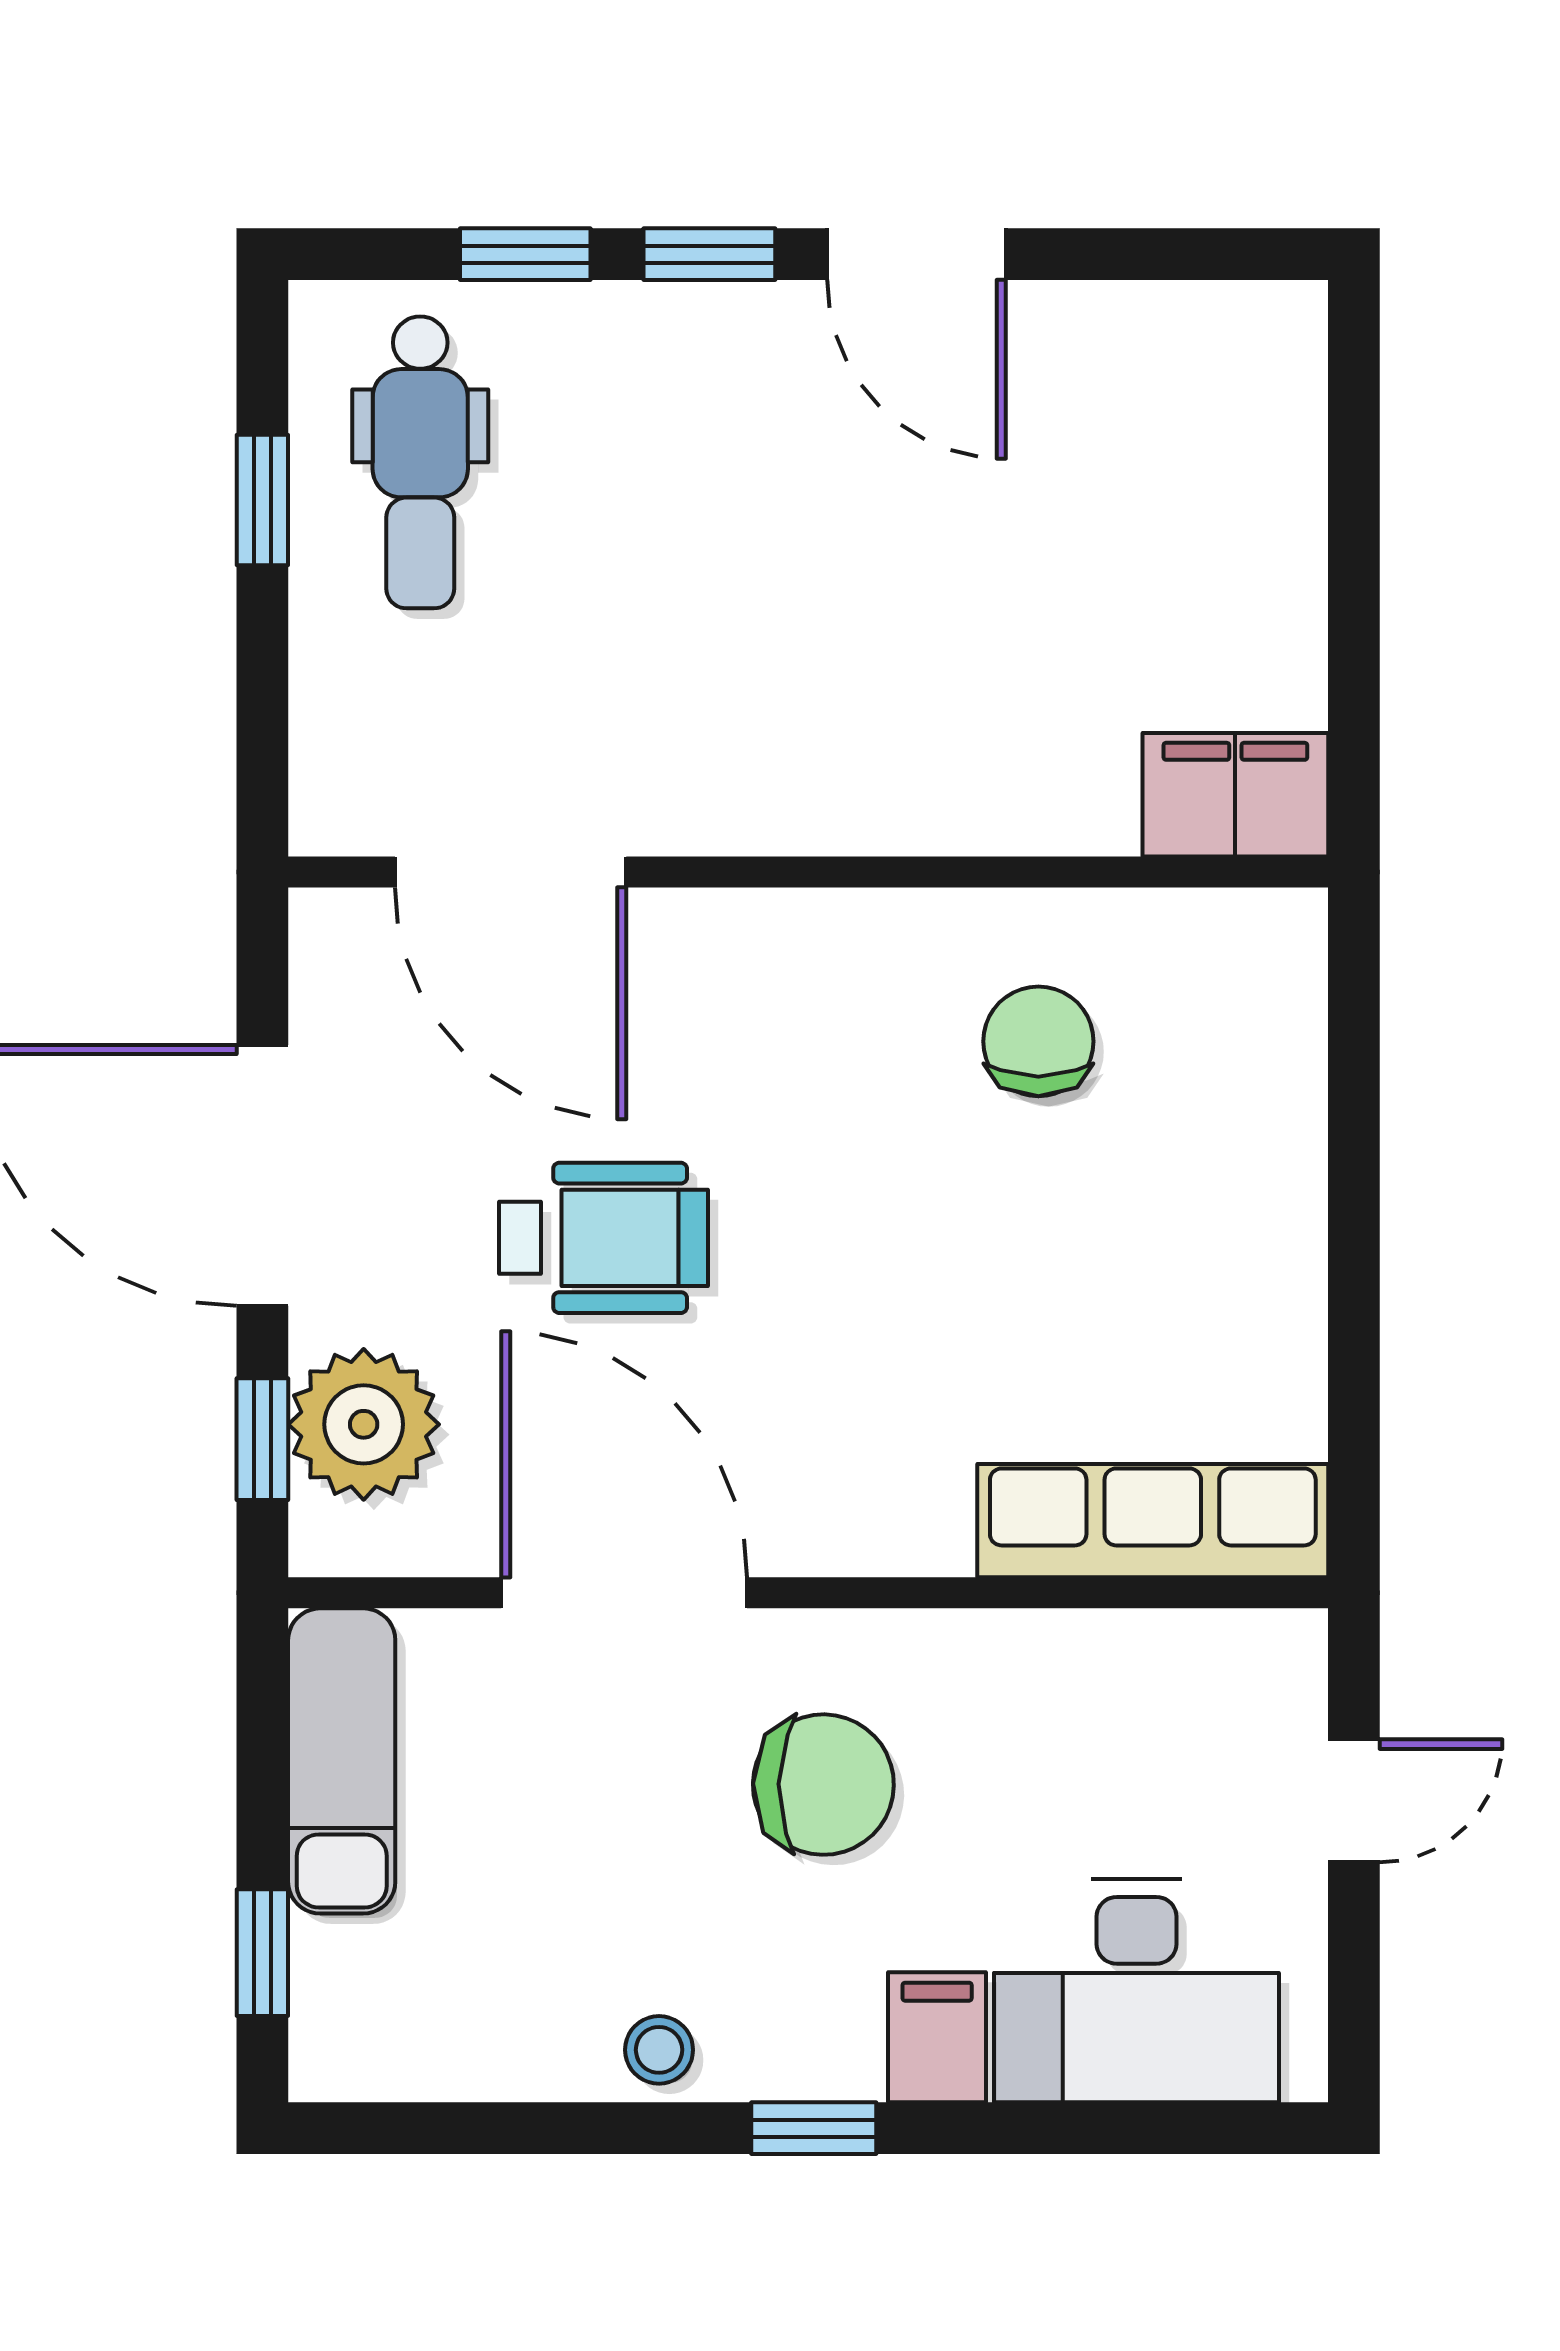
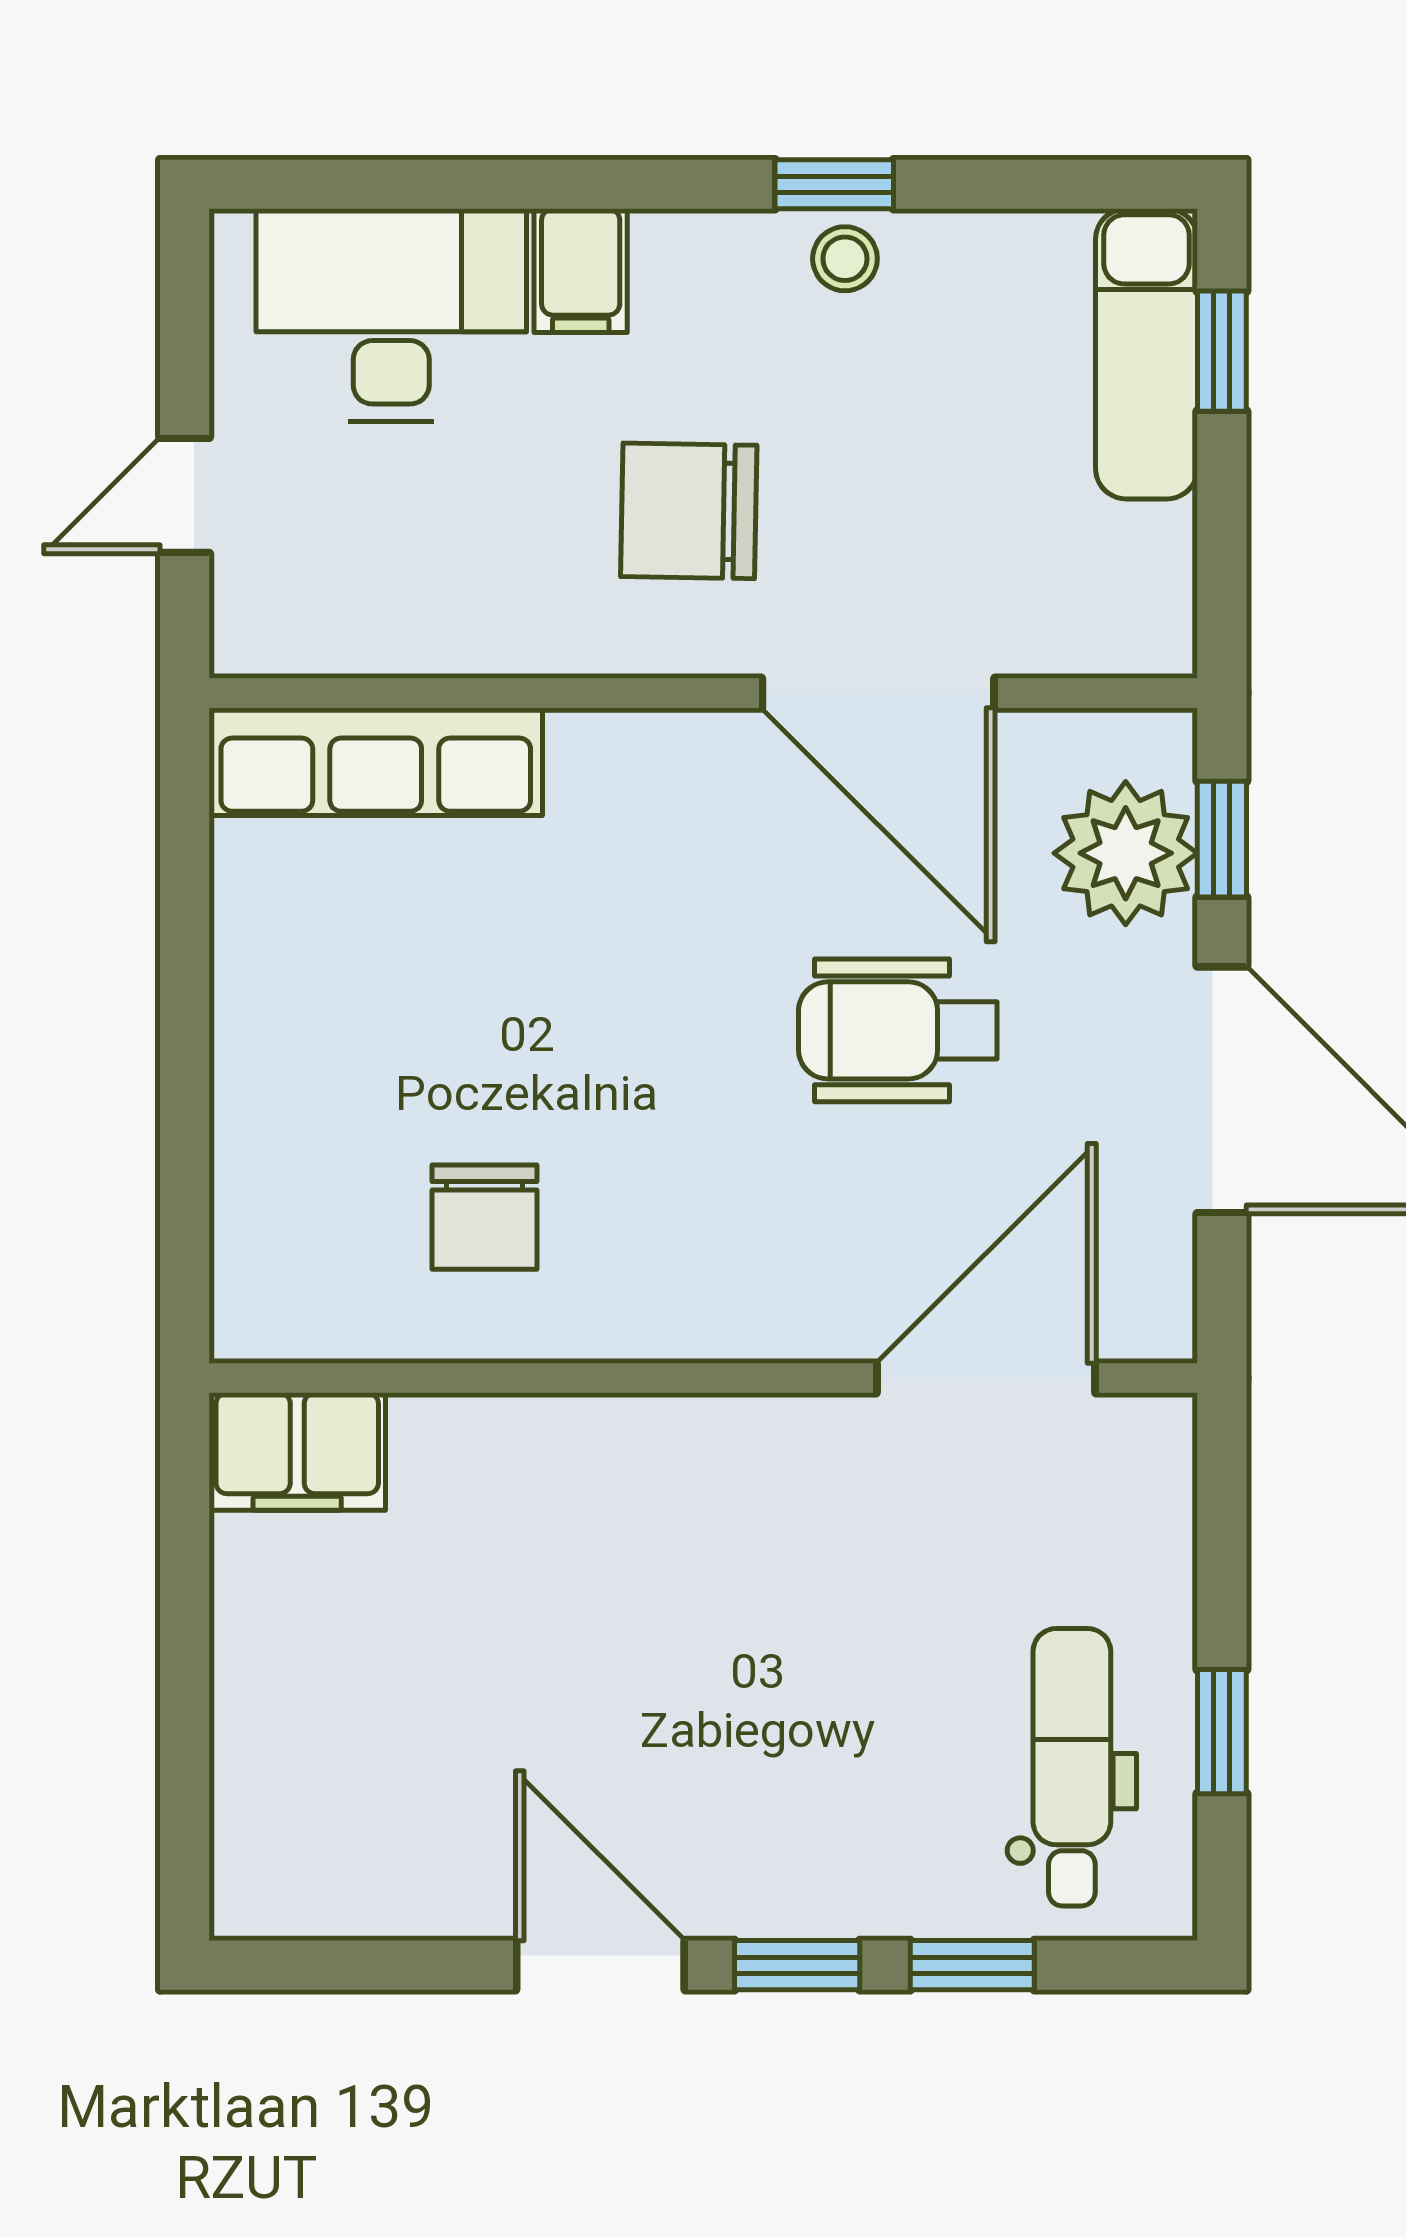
door: (511, 872) -> (986, 1378), hinge flipped
exam couch: (342, 1761) -> (1146, 354), moved
window: (814, 2128) -> (834, 184), moved

